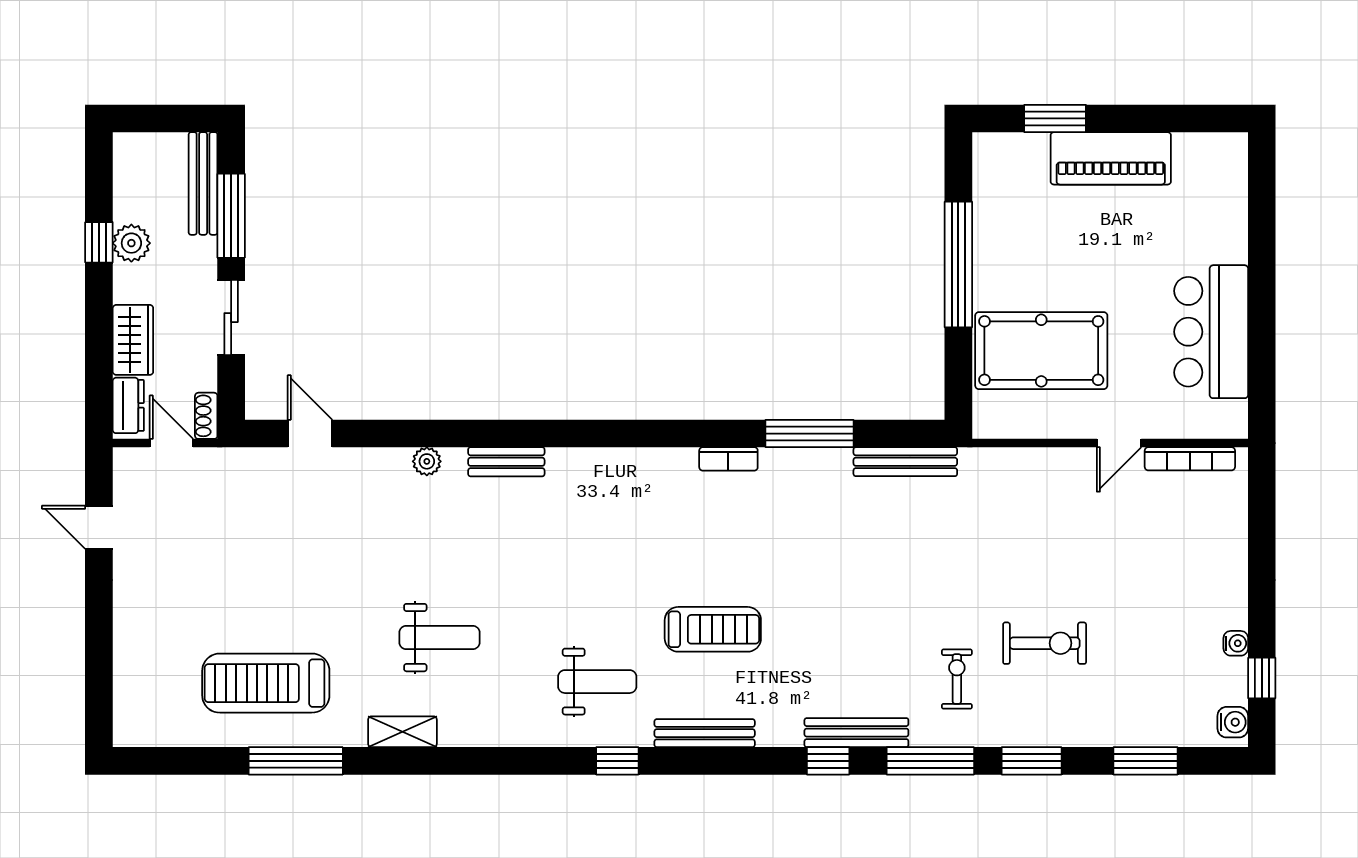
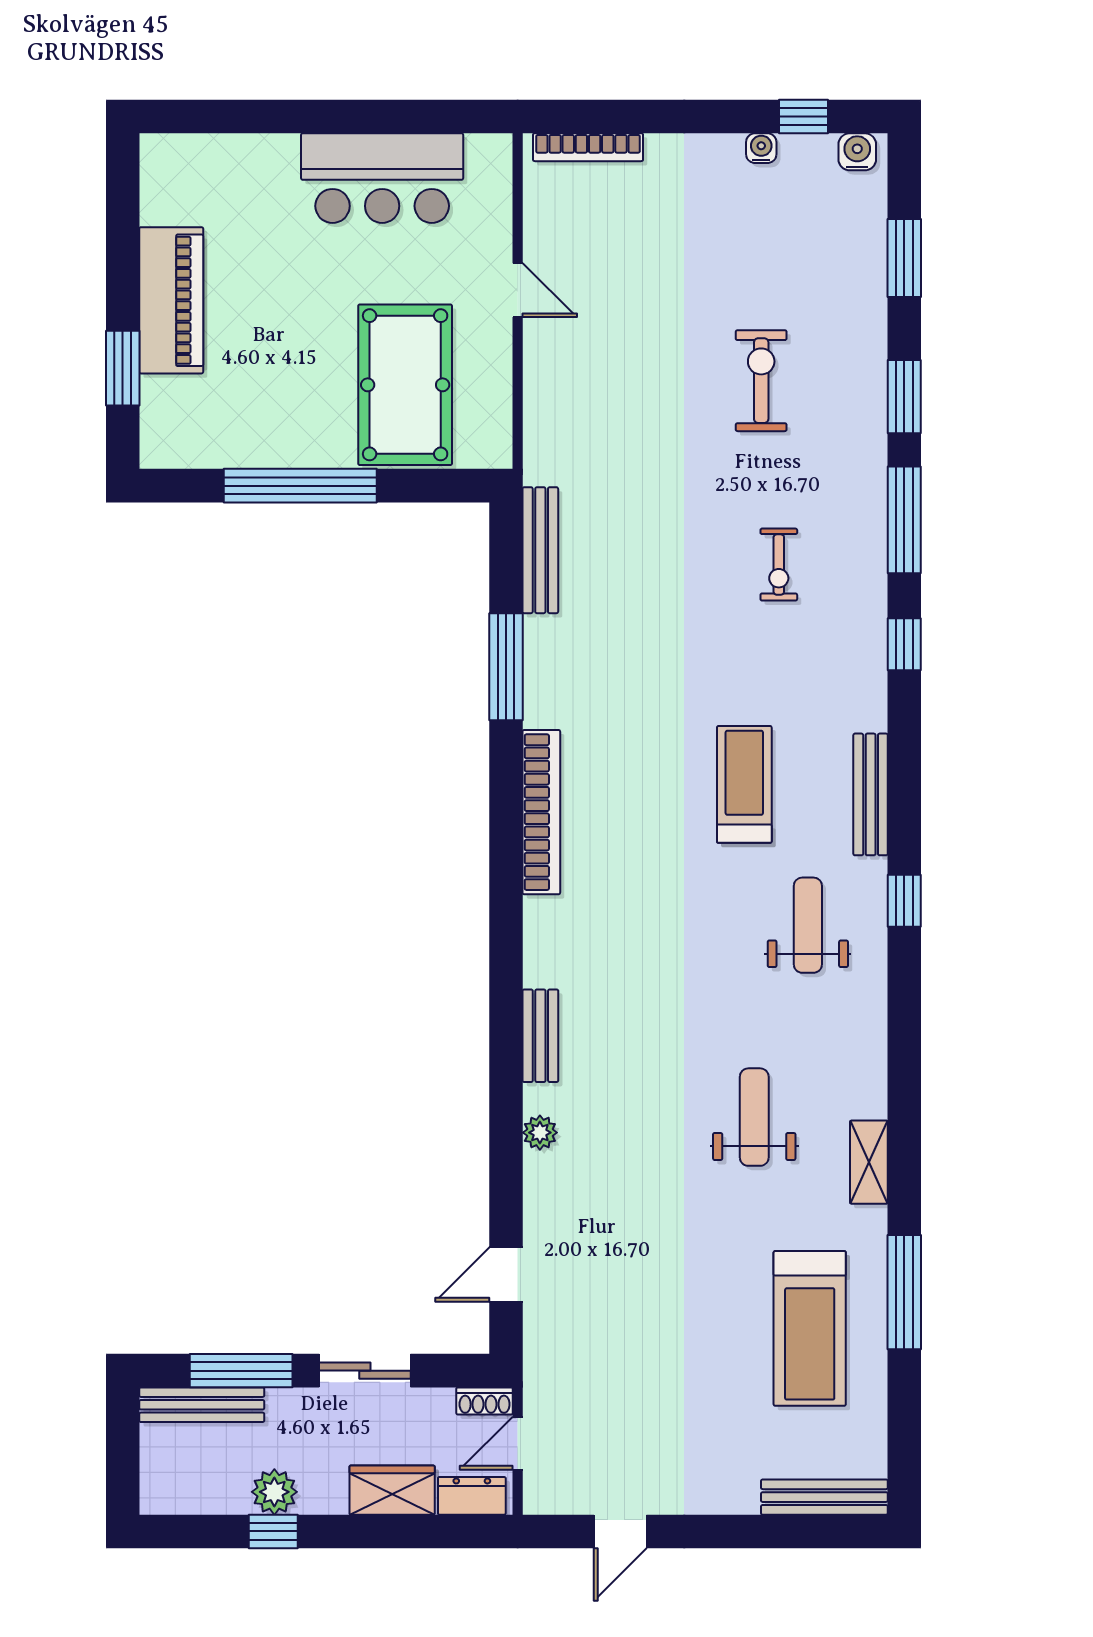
bookcase: (728, 459) -> (541, 812), width x2.31, depth x1.31
bookcase: (1190, 459) -> (588, 147), moved, turned 90
exercise bike: (957, 679) -> (779, 565), moved, turned -90
bench: (856, 733) -> (824, 1497), moved, turned 90

